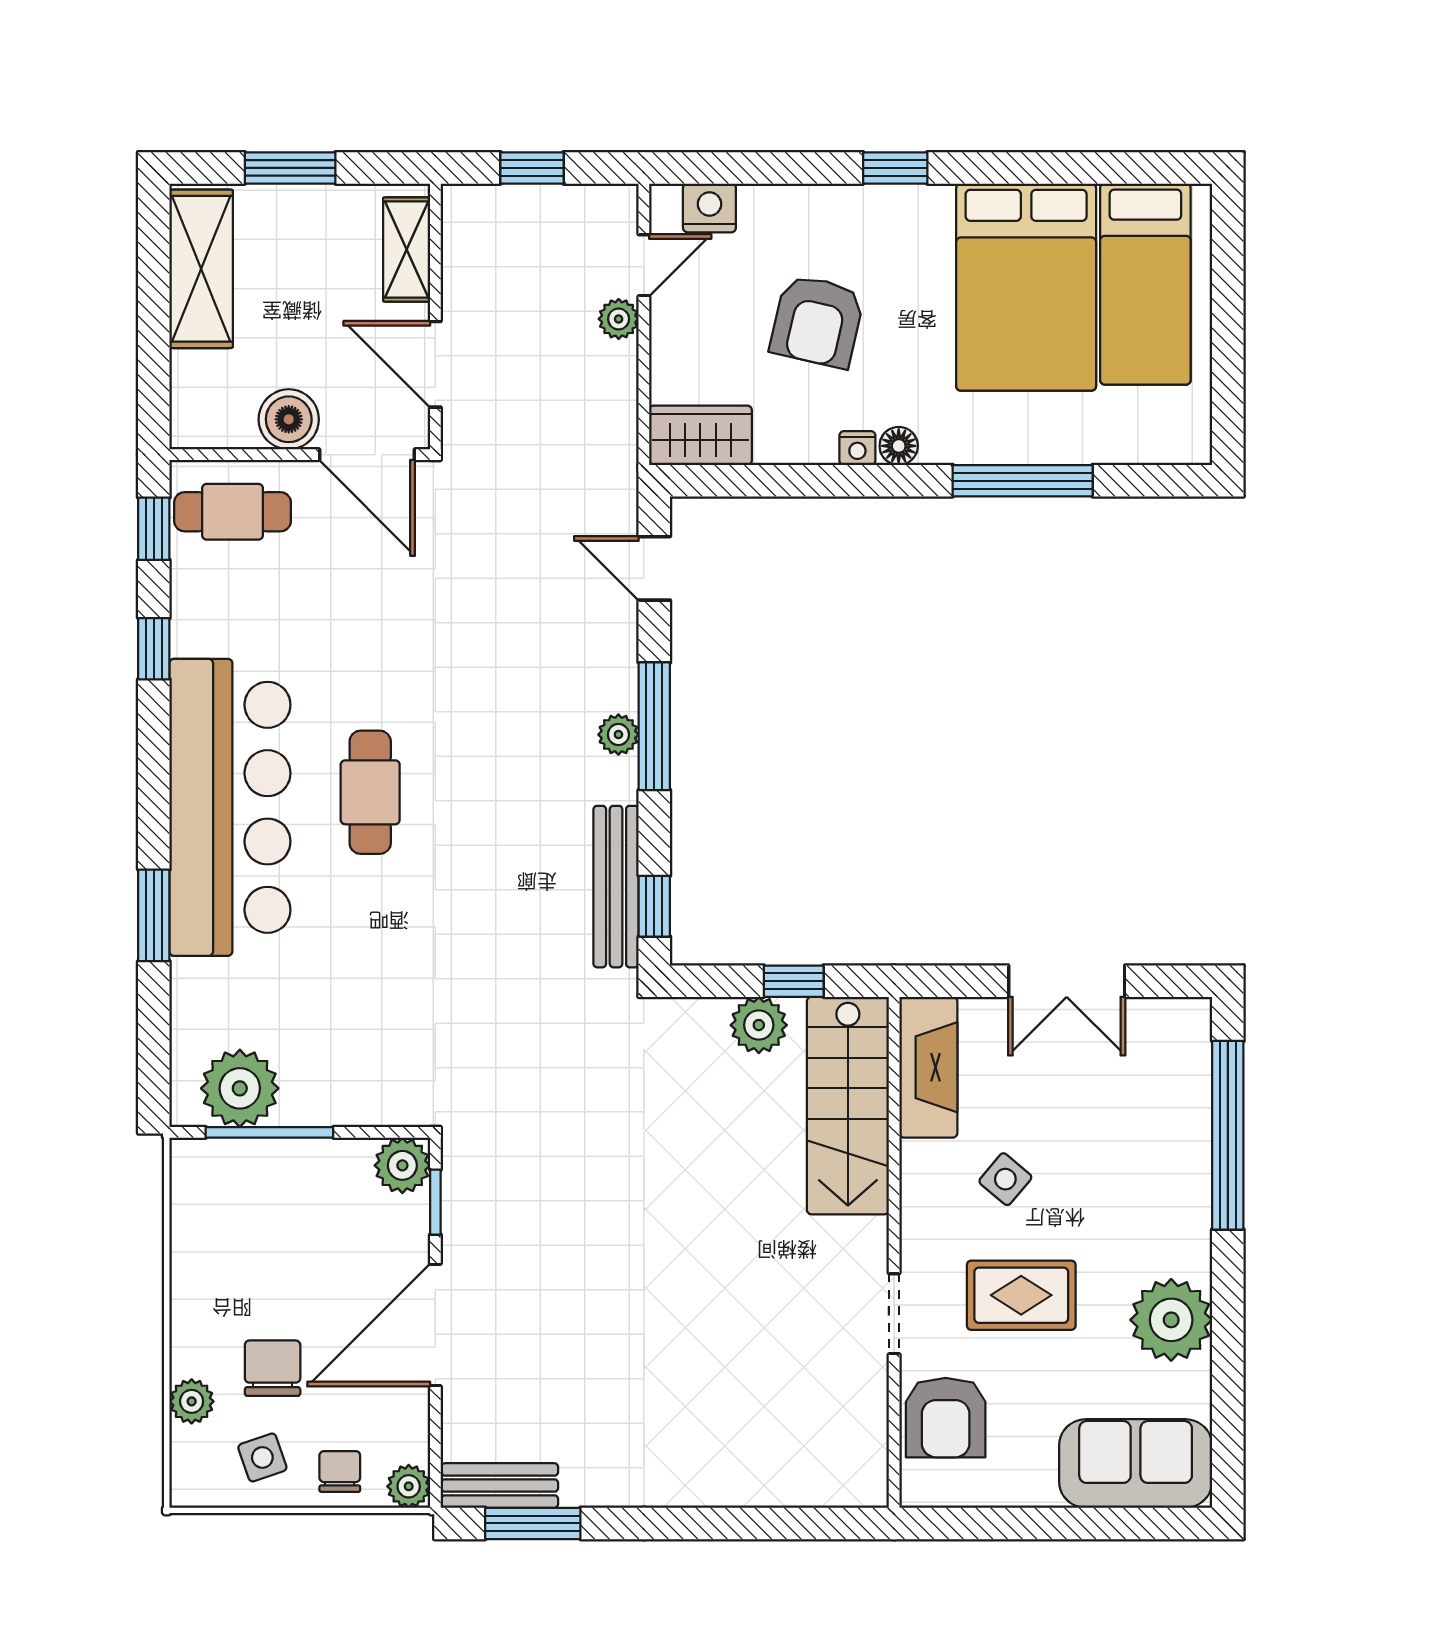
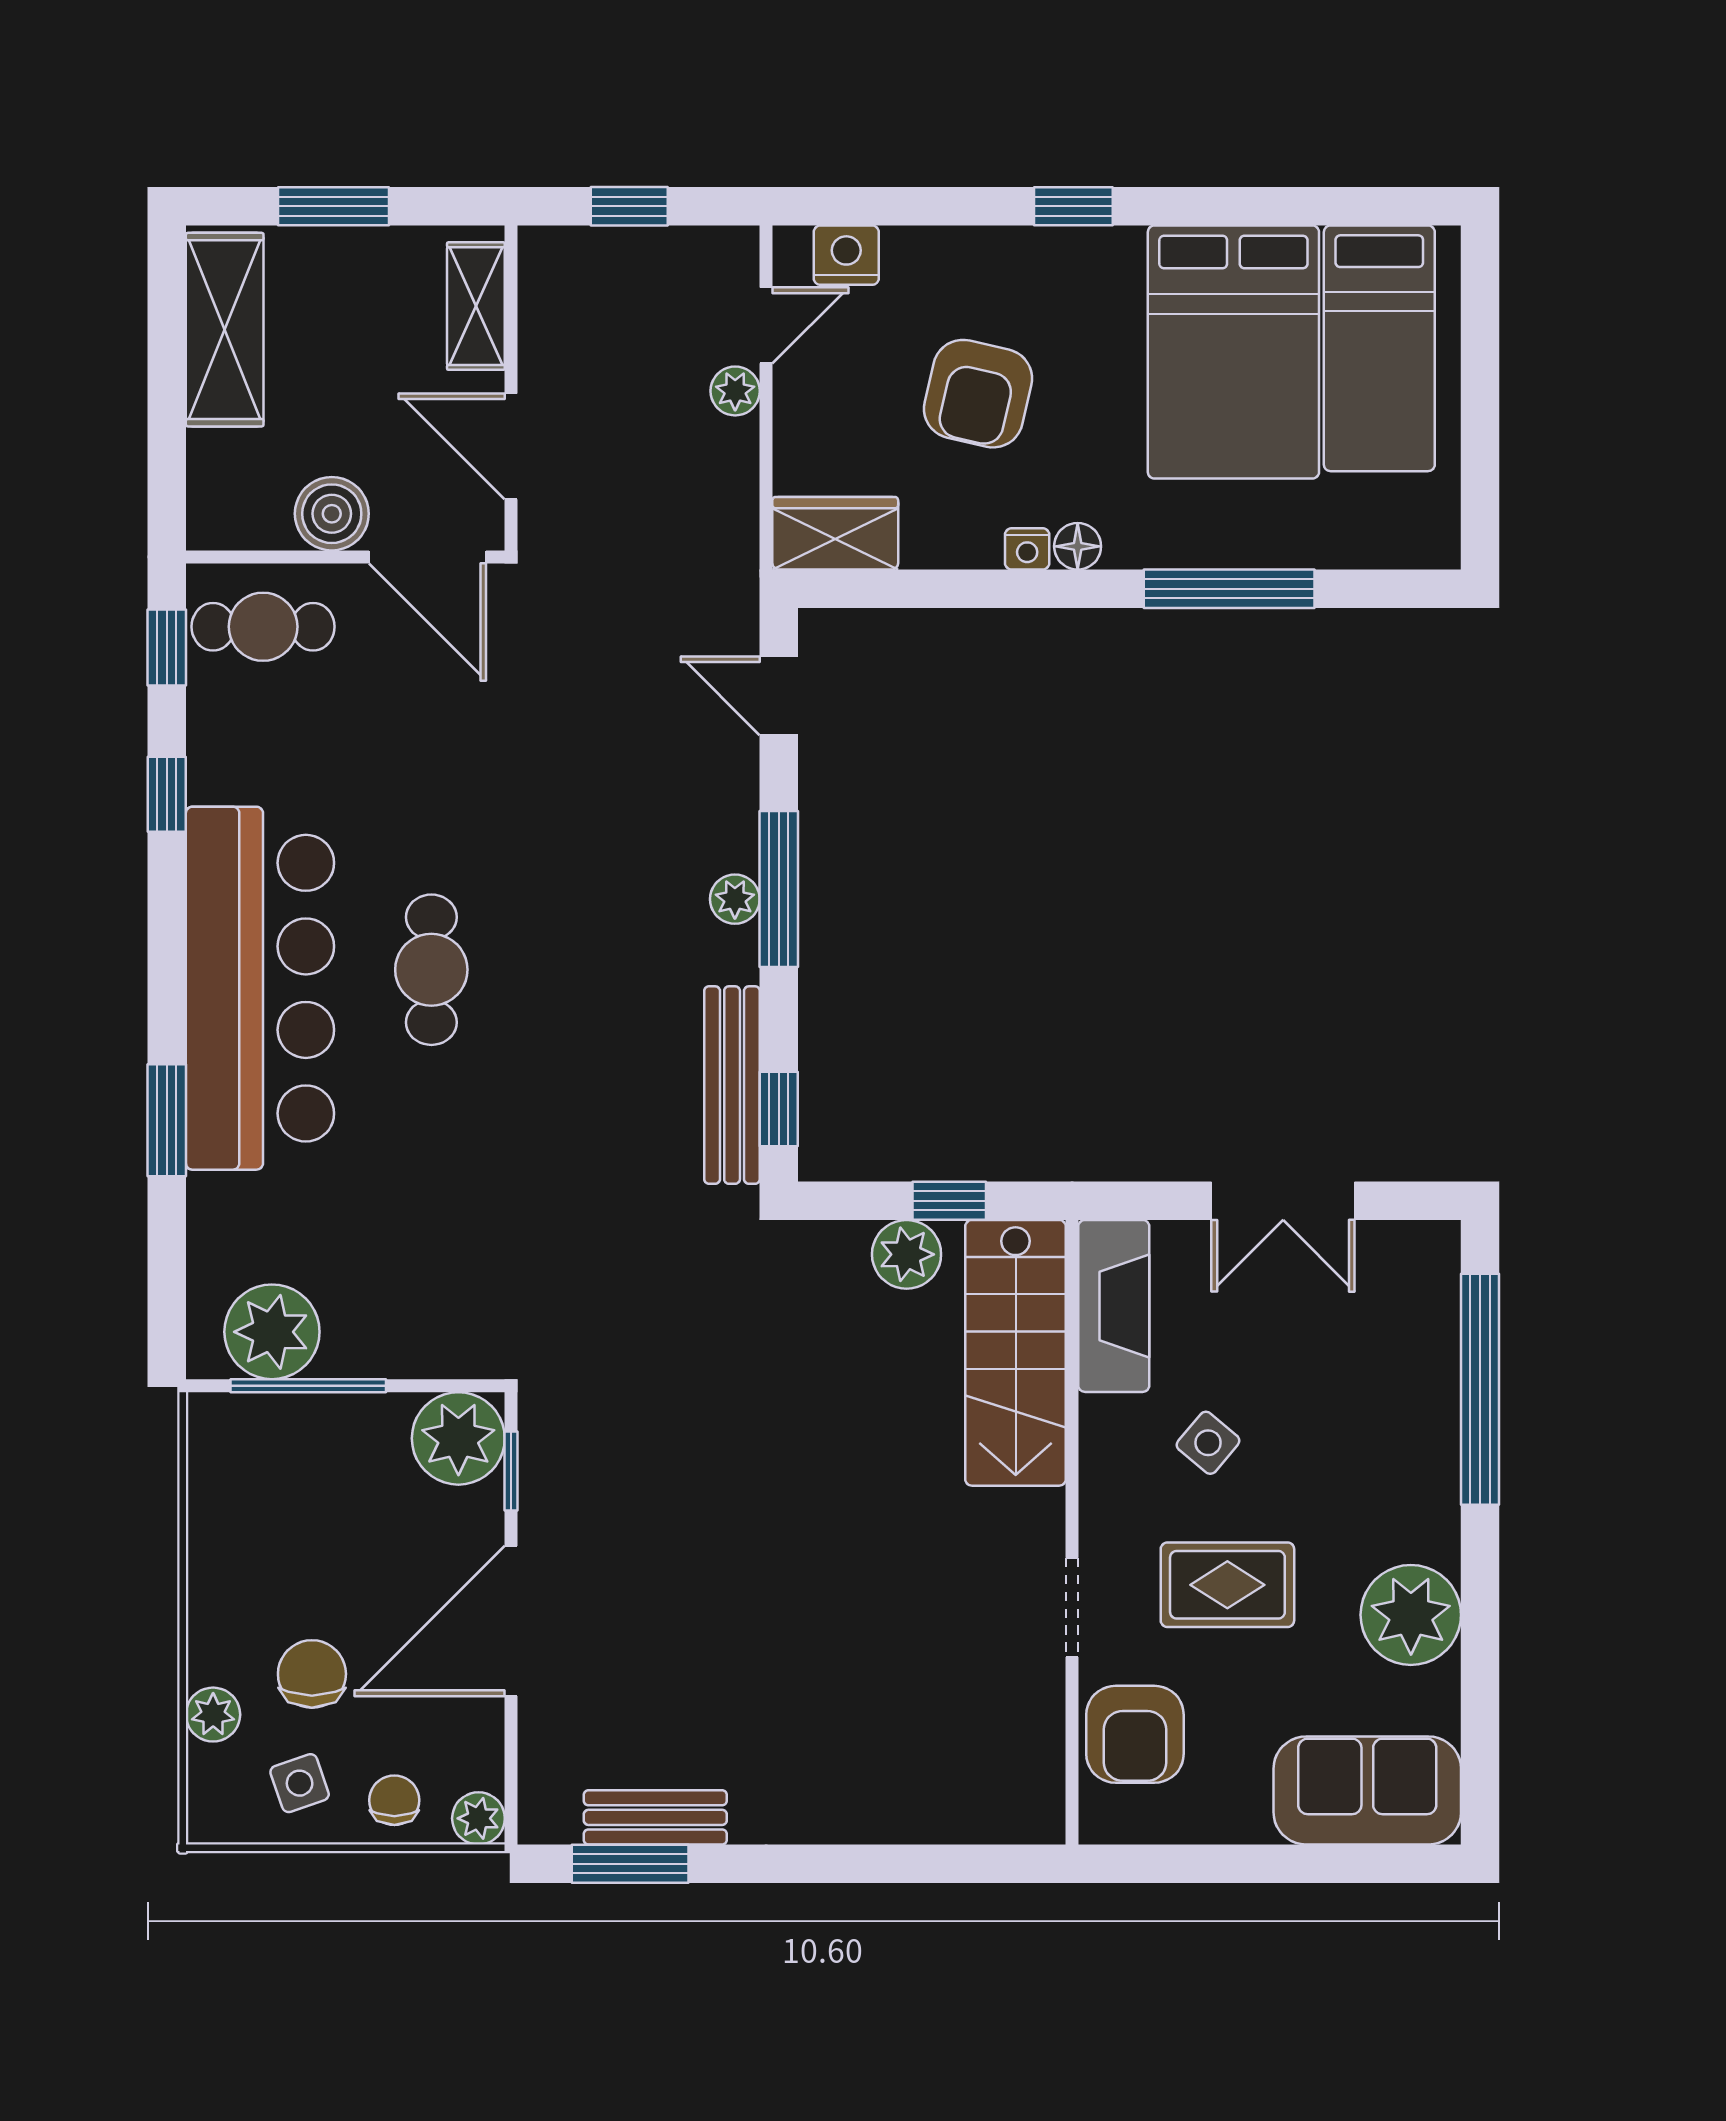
plant: (402, 1165) -> (458, 1438), width x1.36, depth x1.36
bench: (500, 1485) -> (655, 1817), moved

